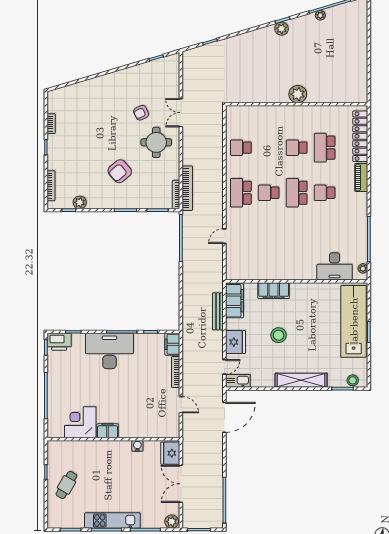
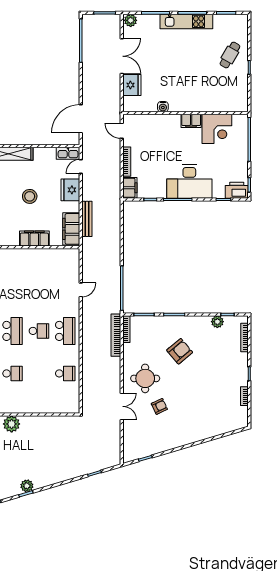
corner desk: (80, 422) -> (217, 129), moved
filing cabinet: (108, 431) -> (191, 121), moved
wall: (113, 439) -> (186, 113), moved
water cooler: (137, 446) -> (163, 107), moved

